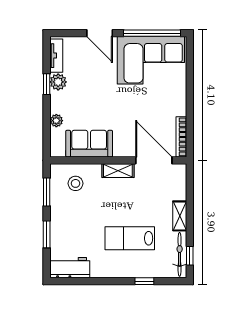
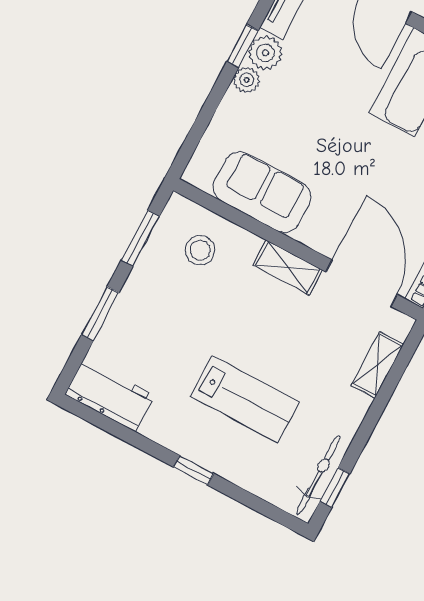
plant: (56, 121) -> (247, 80), moved
shelving: (180, 216) -> (377, 365), moved
lab bench: (130, 238) -> (245, 399), turned 180
window: (144, 281) -> (194, 470), moved

